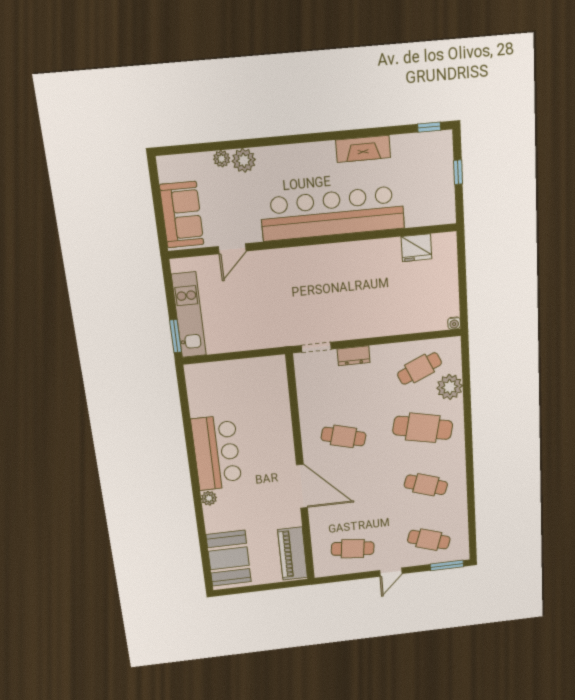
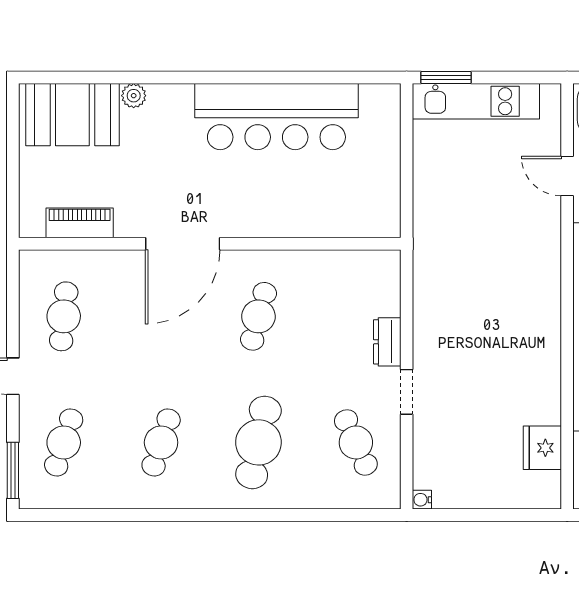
doorway: (316, 347) -> (407, 392), moved
plant: (450, 387) -> (321, 488), removed
bar counter: (217, 453) -> (276, 117), width x1.36
plant: (209, 498) -> (134, 96), moved
piano: (293, 554) -> (80, 223), width x0.73, depth x0.75

